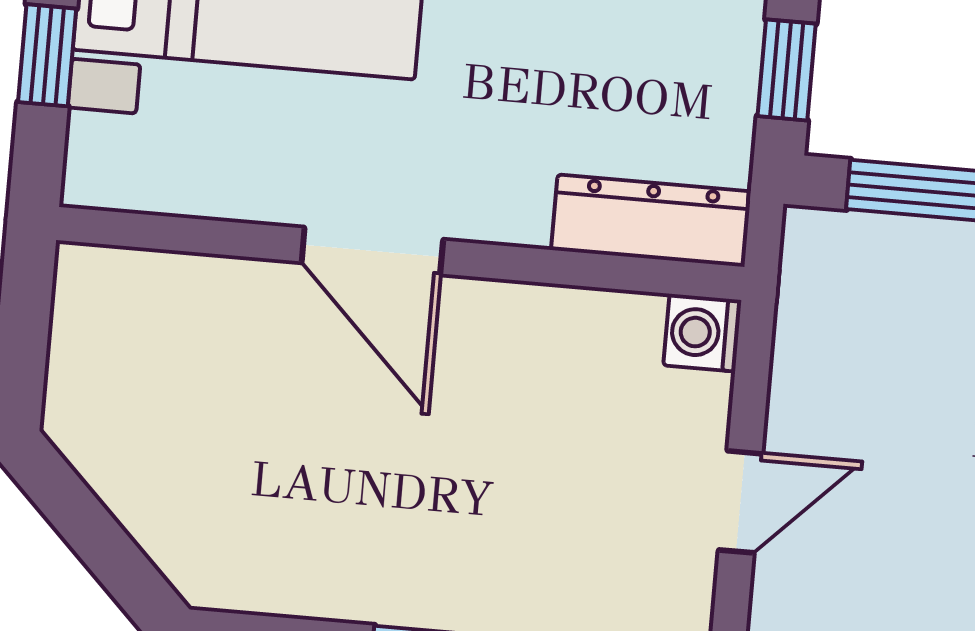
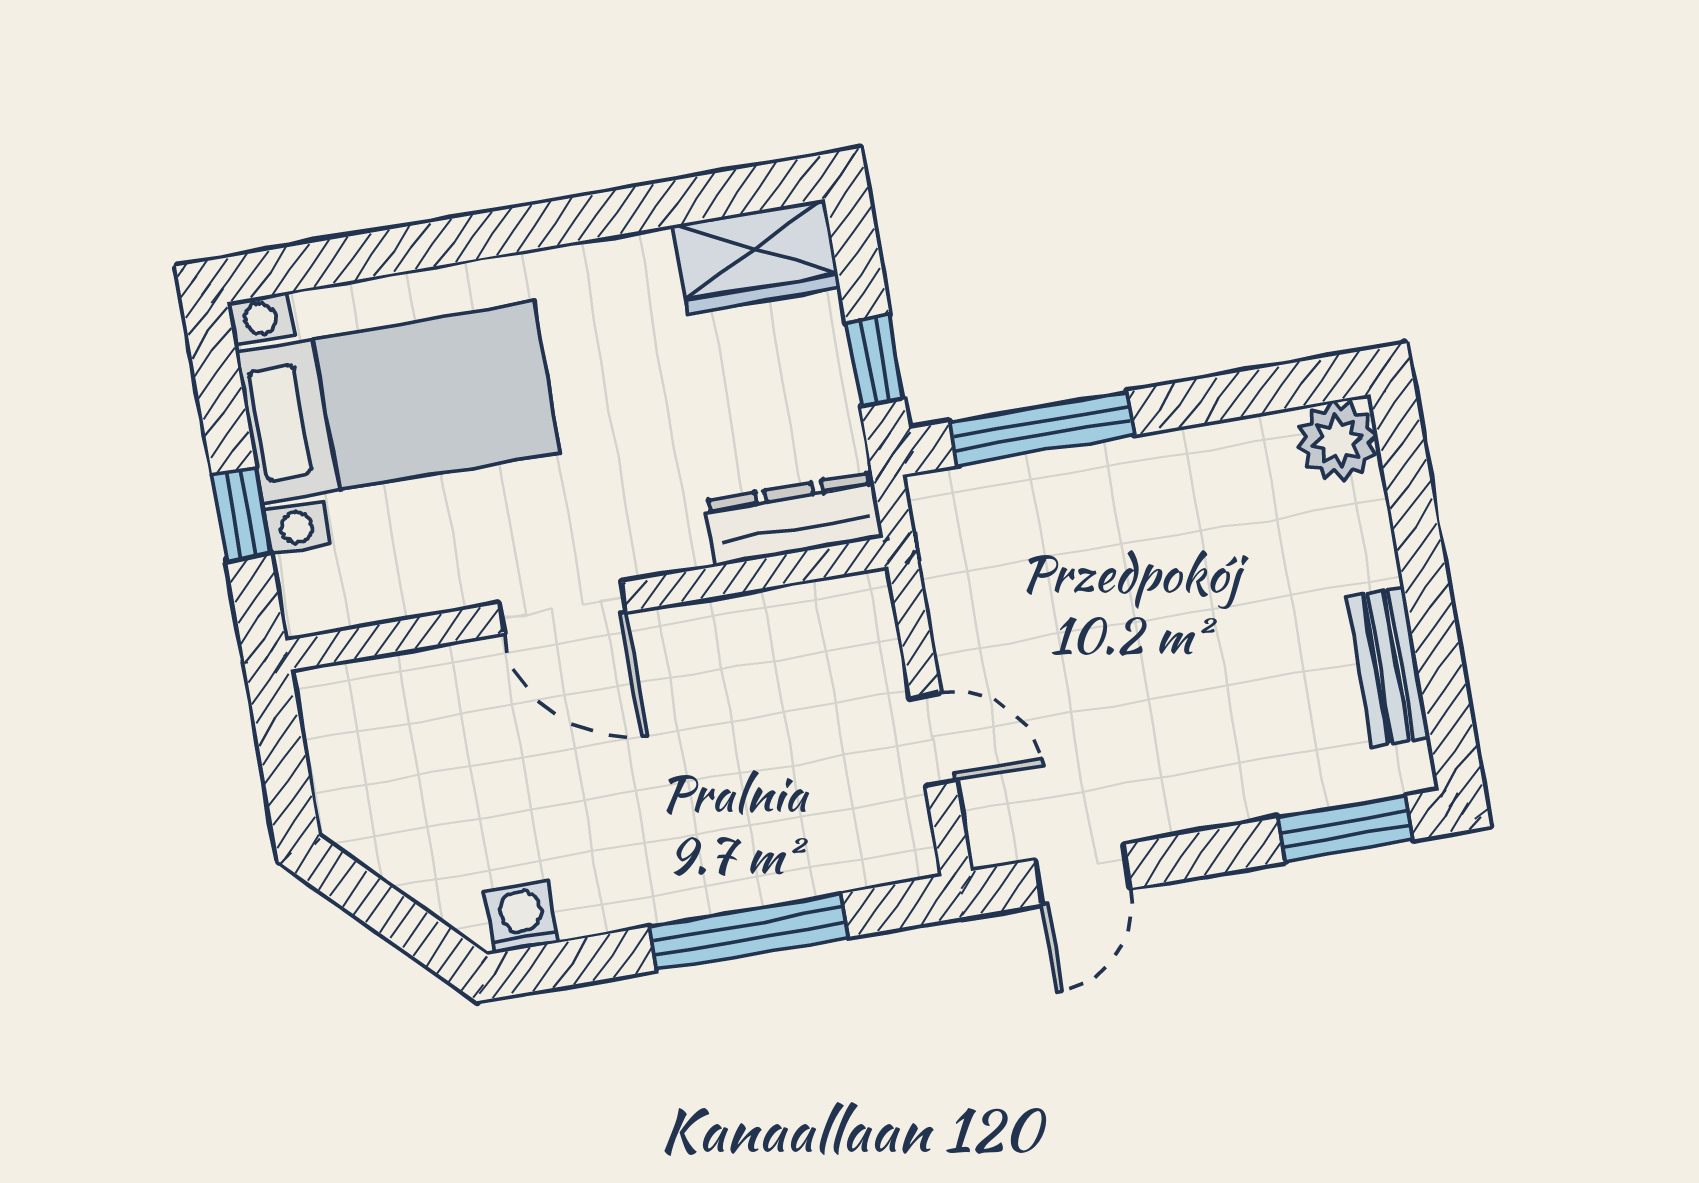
washing machine: (702, 333) -> (522, 917), moved, turned 90
door: (740, 502) -> (933, 739), hinge flipped

